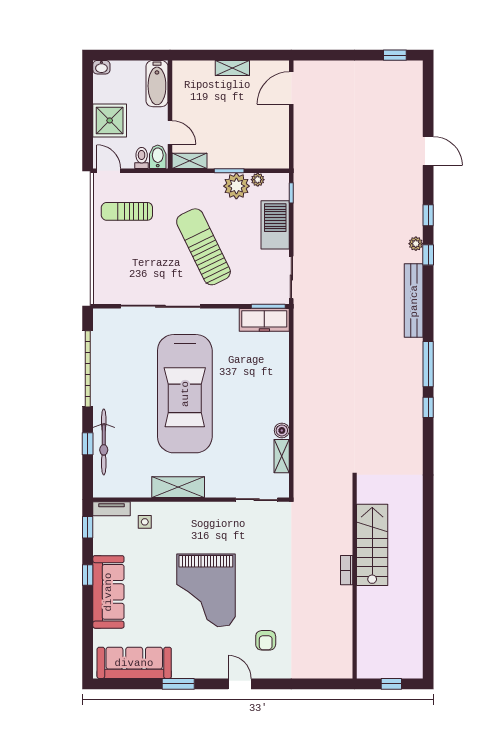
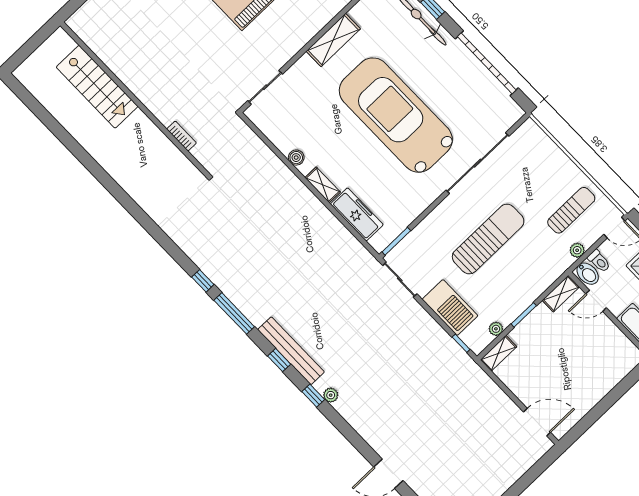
shelving: (232, 68) -> (498, 353), moved
door: (291, 88) -> (537, 422), hinge flipped
plant: (236, 186) -> (577, 250), moved, width x0.53, depth x0.53
window: (428, 215) -> (279, 360), moved
sun lounger: (203, 247) -> (488, 239), turned -64
freezer: (264, 320) -> (357, 214), moved, turned 90
shelving: (282, 456) -> (323, 185), moved
stairs: (372, 545) -> (97, 87), moved
bookcase: (347, 570) -> (182, 136), moved
window: (391, 684) -> (30, 46), removed

